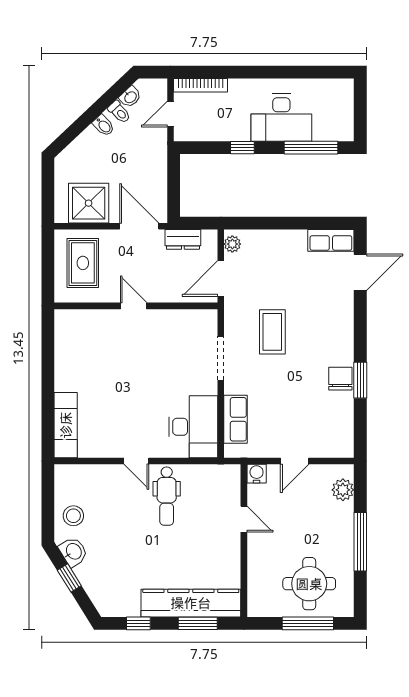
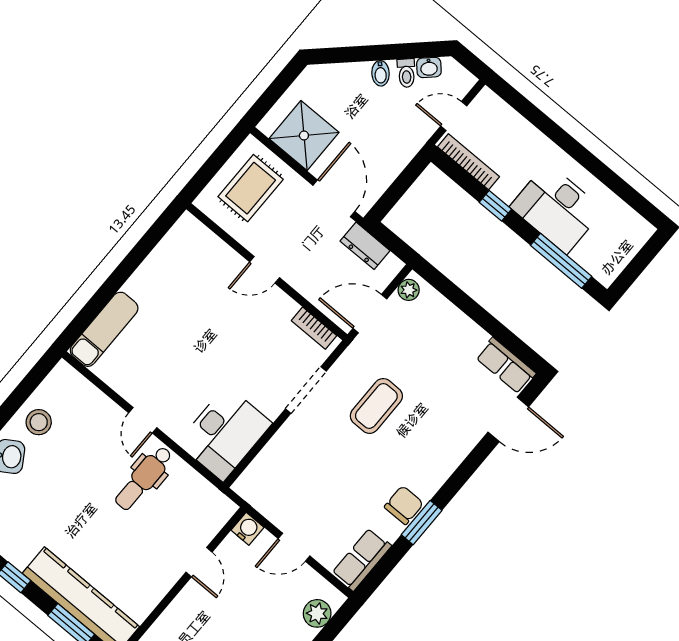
bookcase: (200, 85) -> (468, 162), moved, turned 180
door: (134, 306) -> (265, 270), swing flipped
bookcase: (194, 316) -> (314, 328), added
row of seats: (236, 419) -> (362, 559), moved, turned 180

